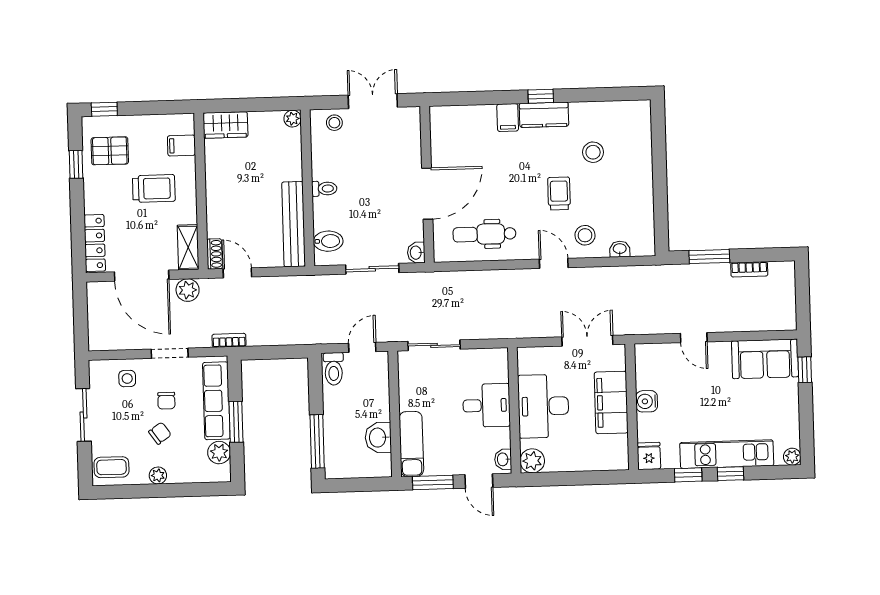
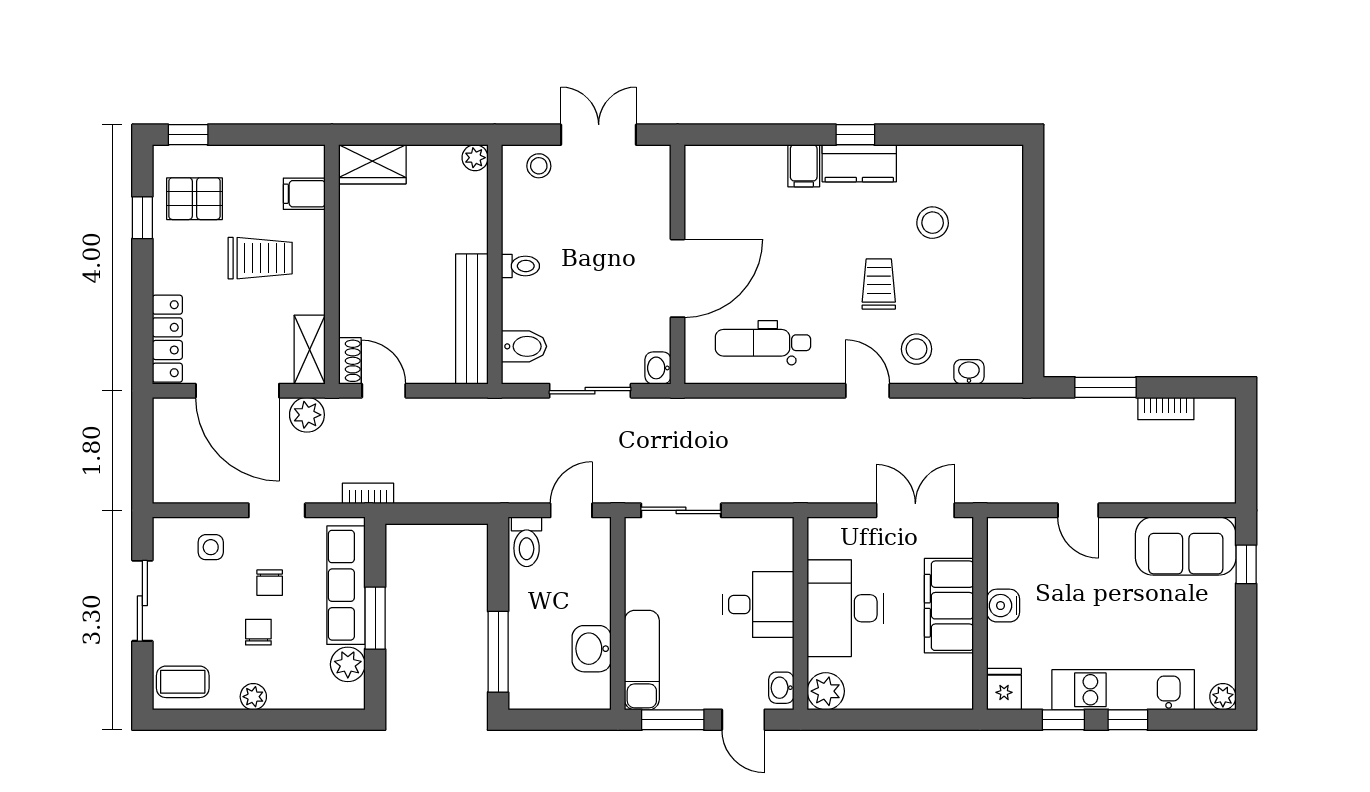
chair: (160, 433) -> (258, 632), turned -55

